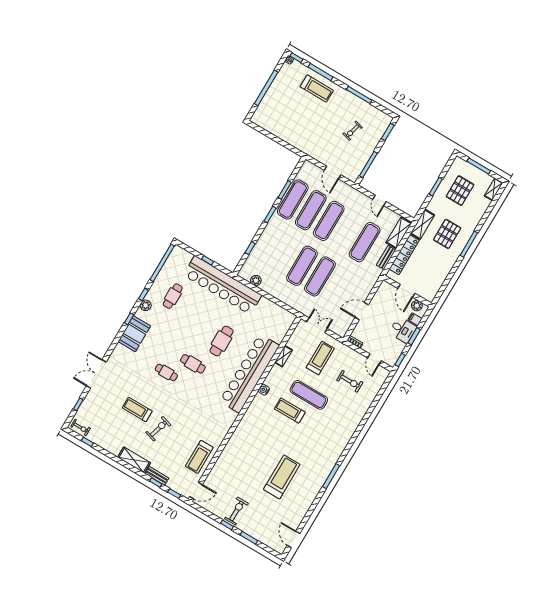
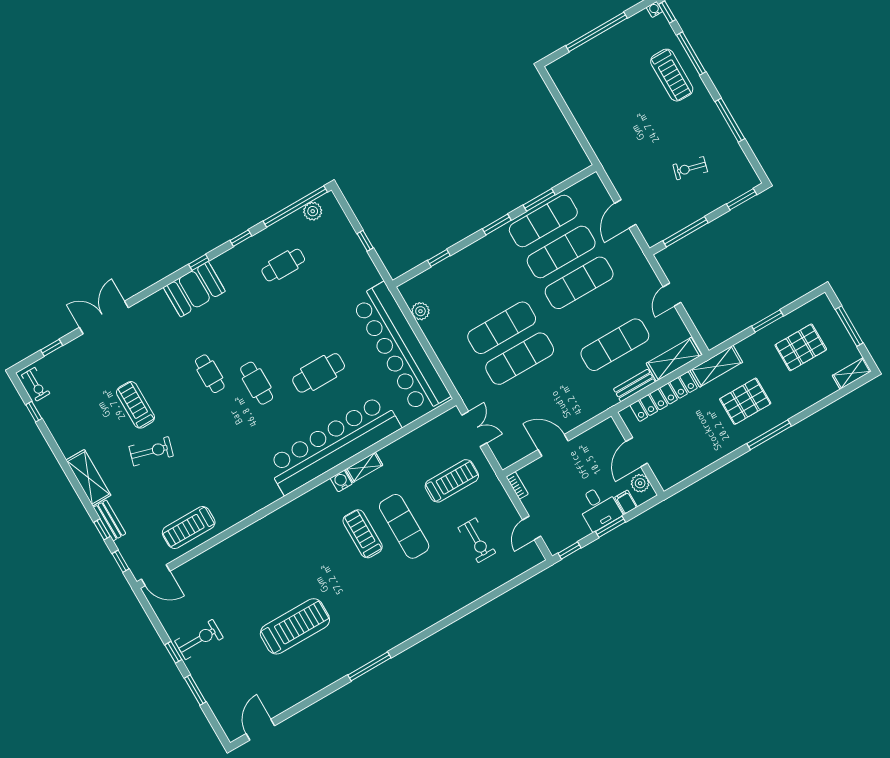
bar counter: (222, 285) -> (401, 349), moved
plant: (146, 305) -> (313, 211), moved
shelving: (283, 356) -> (364, 467), moved

